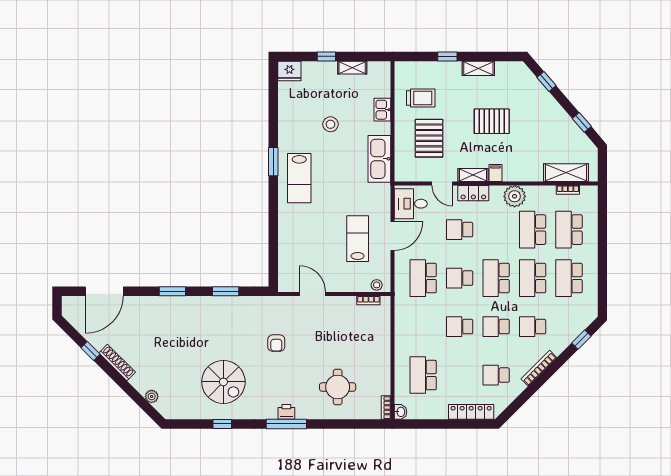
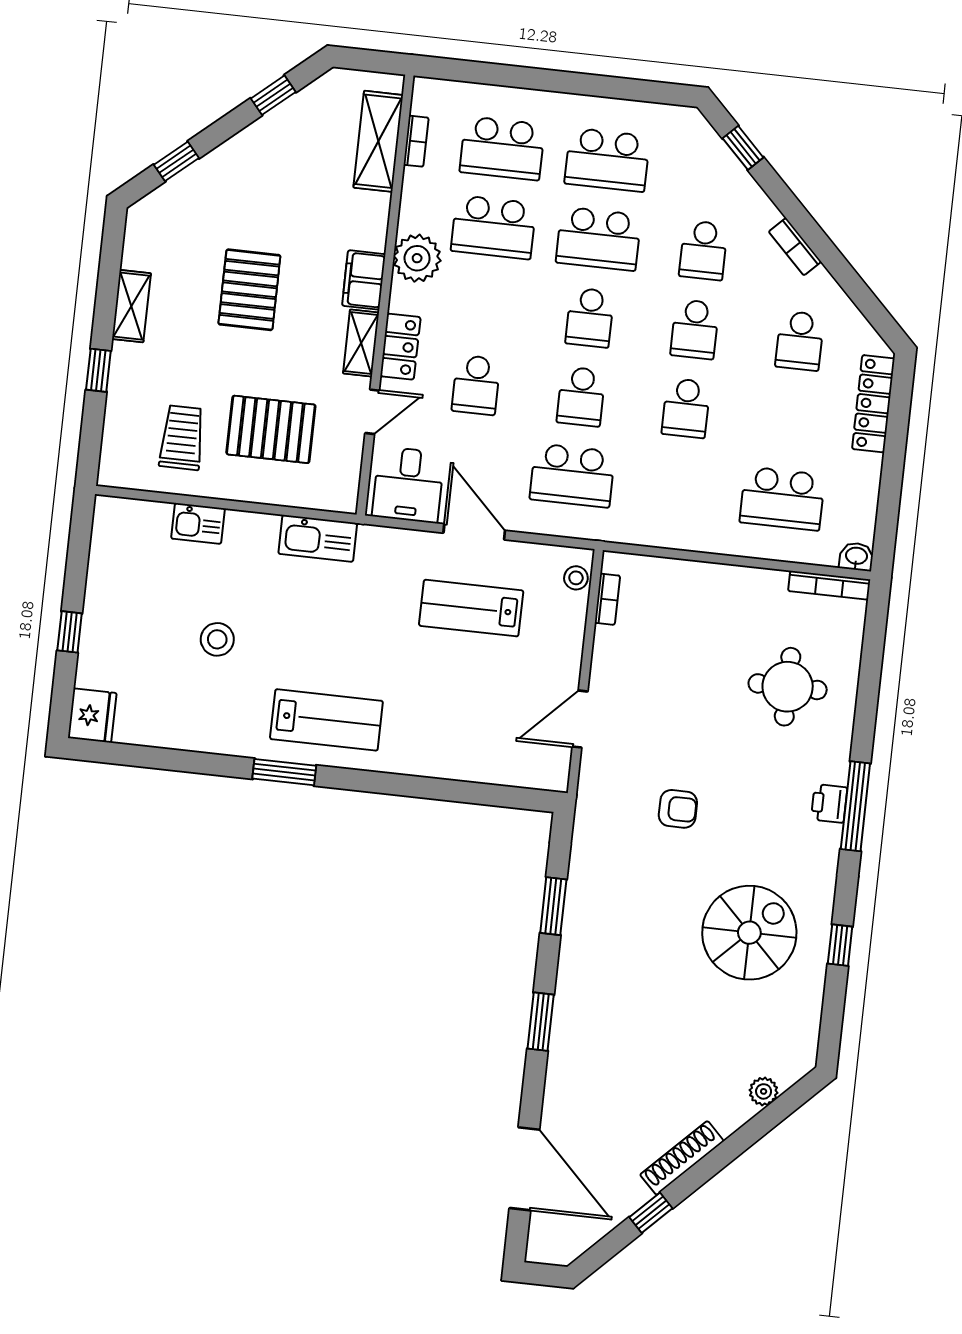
shelving: (352, 68) -> (100, 579), removed
kitchen sink: (379, 159) -> (318, 538), width x0.73, depth x0.81
filing cabinet: (495, 173) -> (364, 280), width x2.00
school desk: (496, 278) -> (590, 318), width x0.54
bookcase: (539, 368) -> (795, 247), width x0.64
bookcase: (386, 408) -> (829, 585), width x1.56

